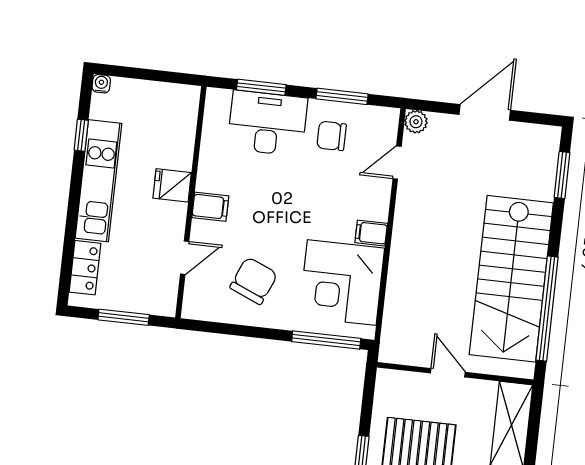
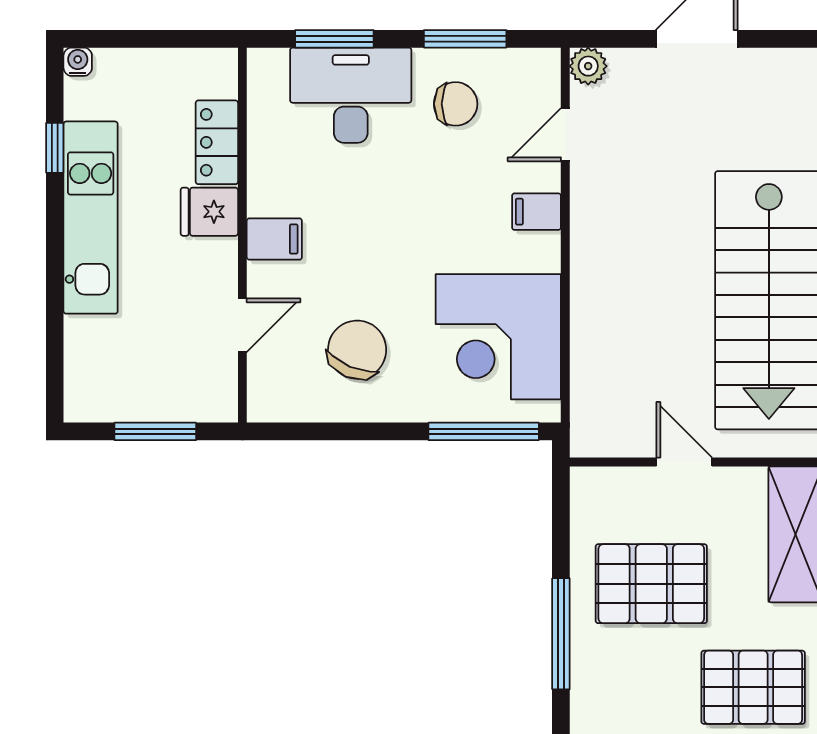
chair: (332, 136) -> (456, 104), turned 180
filing cabinet: (371, 233) -> (536, 212), moved
locker: (85, 268) -> (217, 142), moved, turned 180

